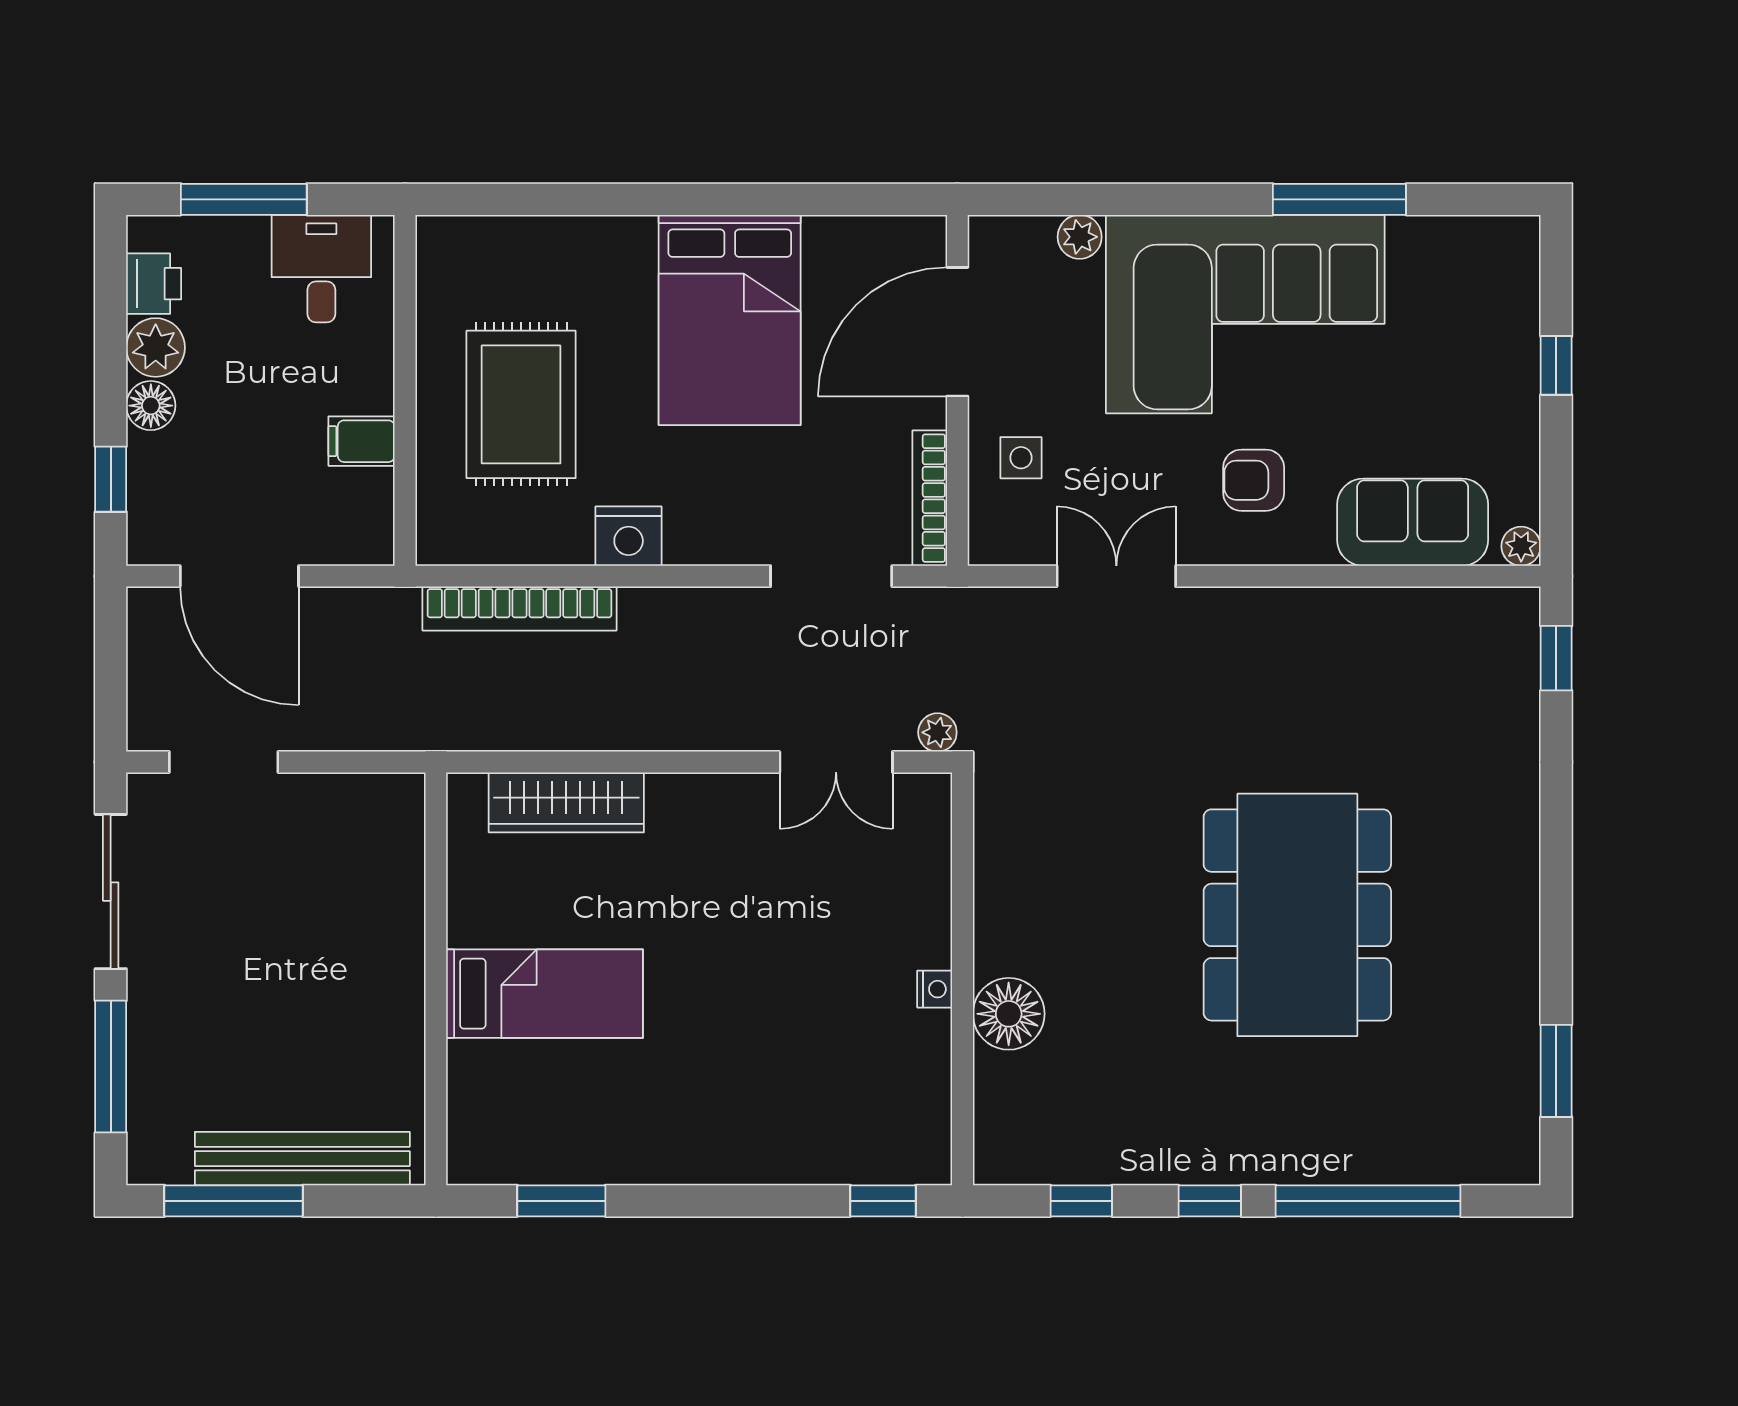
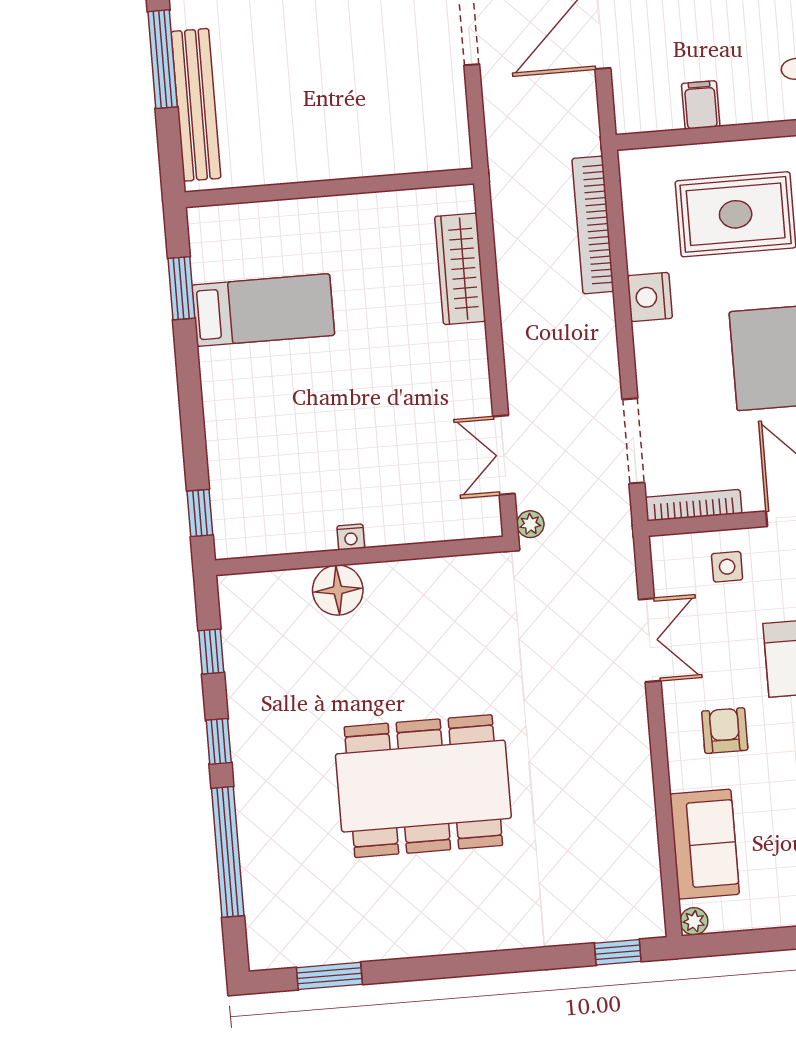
bed: (545, 994) -> (263, 310), moved, turned -90

